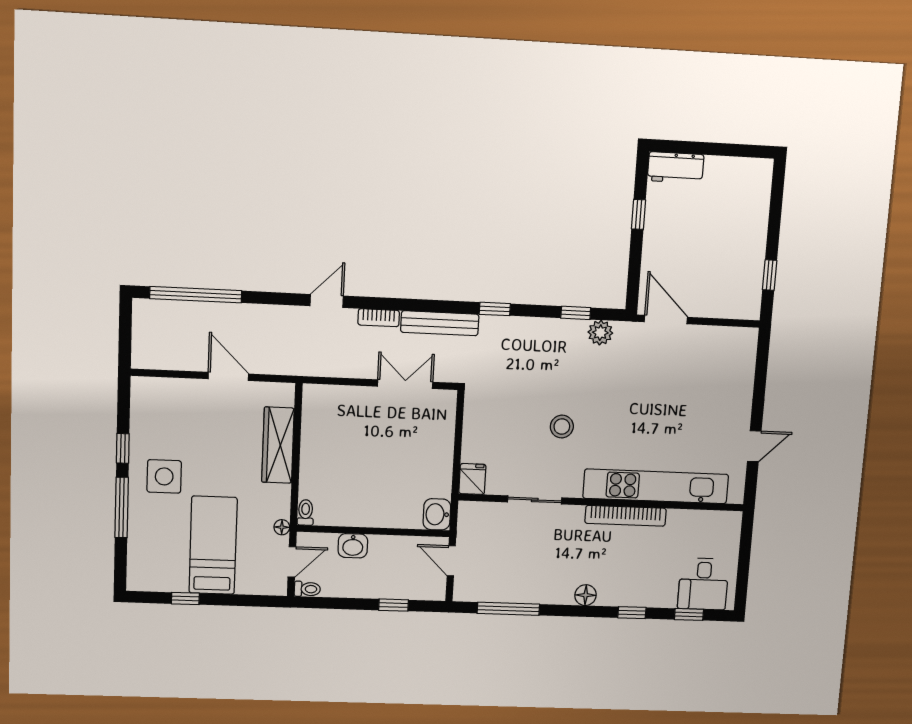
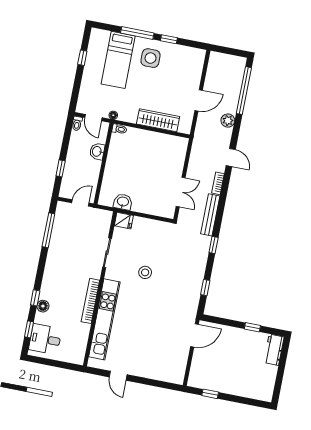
plant: (600, 333) -> (228, 121), moved
washbasin: (437, 514) -> (123, 202), moved
bed: (213, 545) -> (118, 60), moved, turned 90
floor lamp: (586, 595) -> (43, 306), moved

